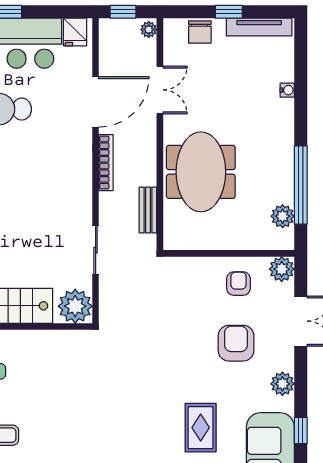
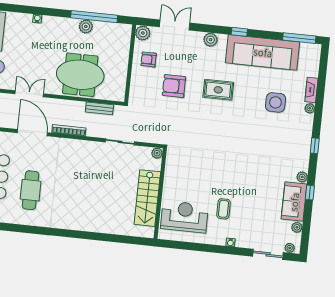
plant: (283, 216) -> (86, 26), moved
plant: (75, 306) -> (157, 153), width x0.53, depth x0.53
armchair: (236, 343) -> (174, 86), moved
rug: (201, 428) -> (218, 90), moved

